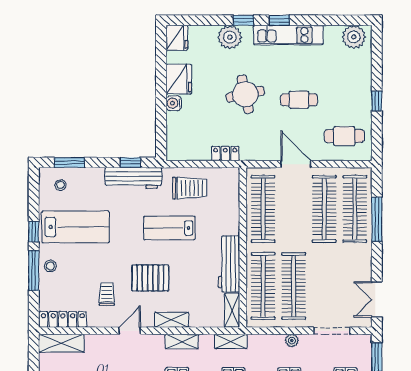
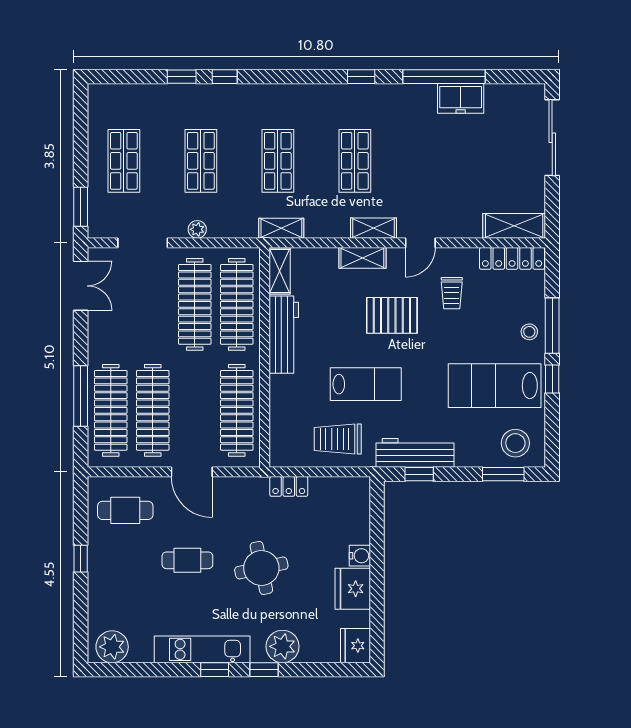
stool: (60, 185) -> (515, 443), width x1.89, depth x1.89
shelving: (182, 341) -> (373, 228), moved

